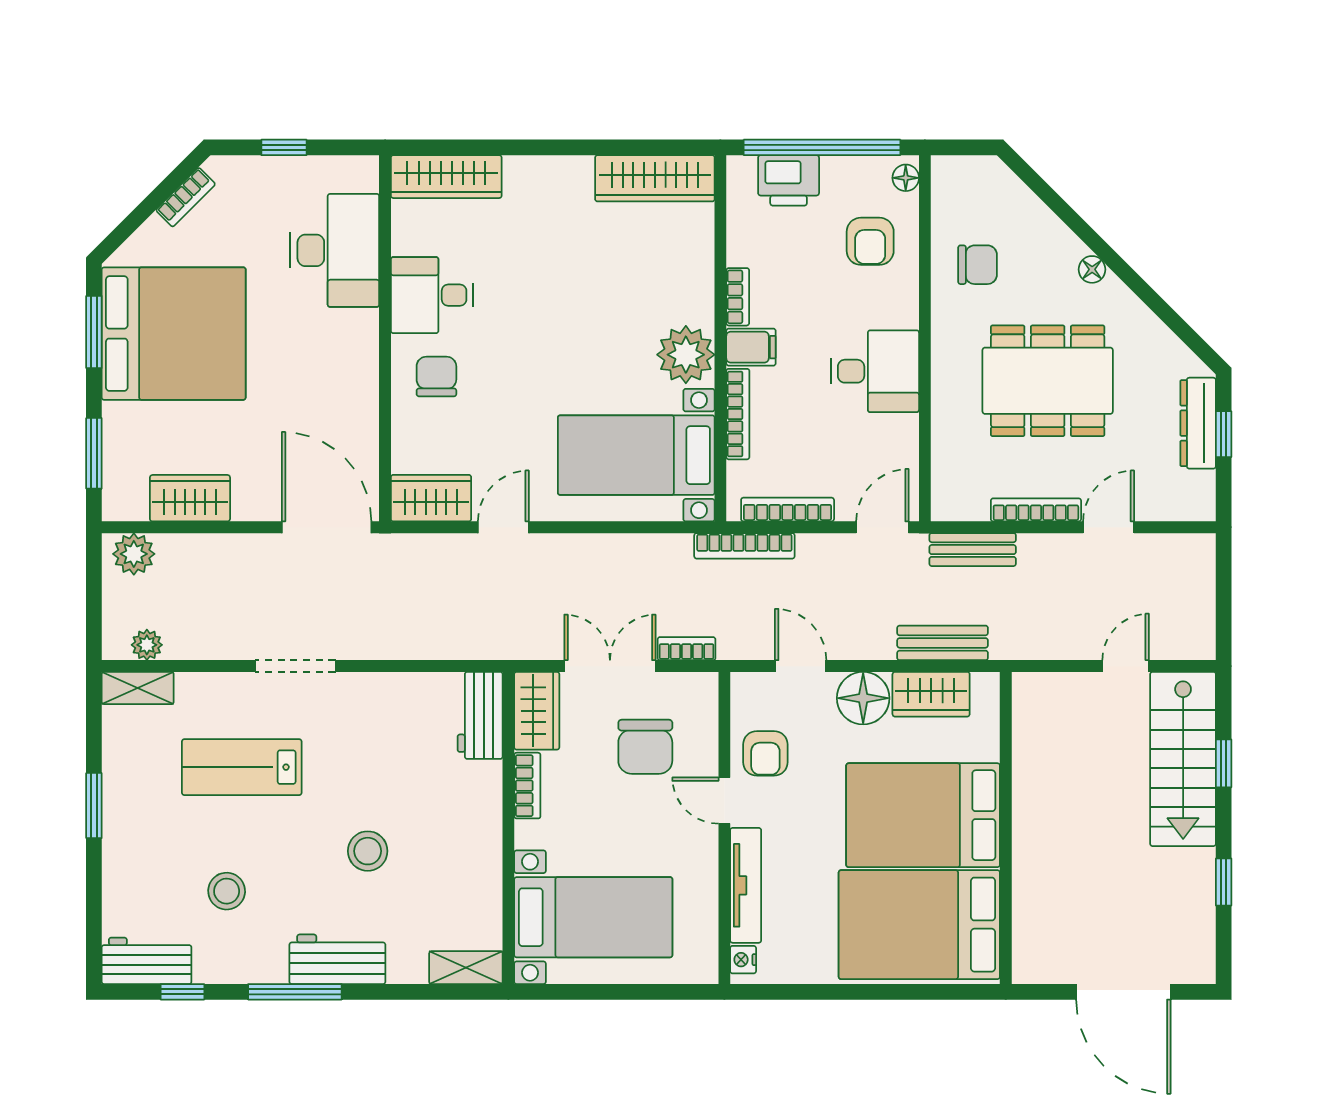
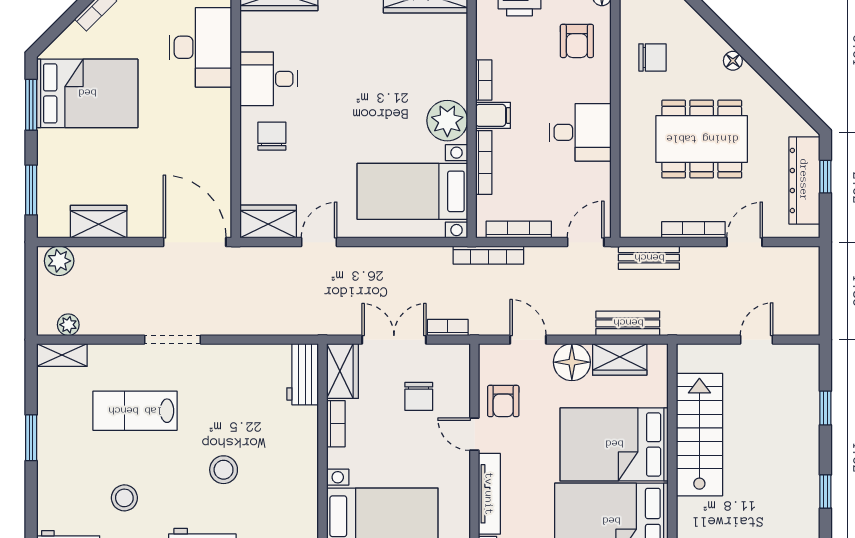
bed: (174, 334) -> (87, 93), width x0.73
dresser: (1198, 423) -> (804, 180), width x1.37, depth x1.24
chair: (645, 747) -> (419, 396), width x0.73, depth x0.73
stairs: (1183, 759) -> (699, 435), moved, turned 180

